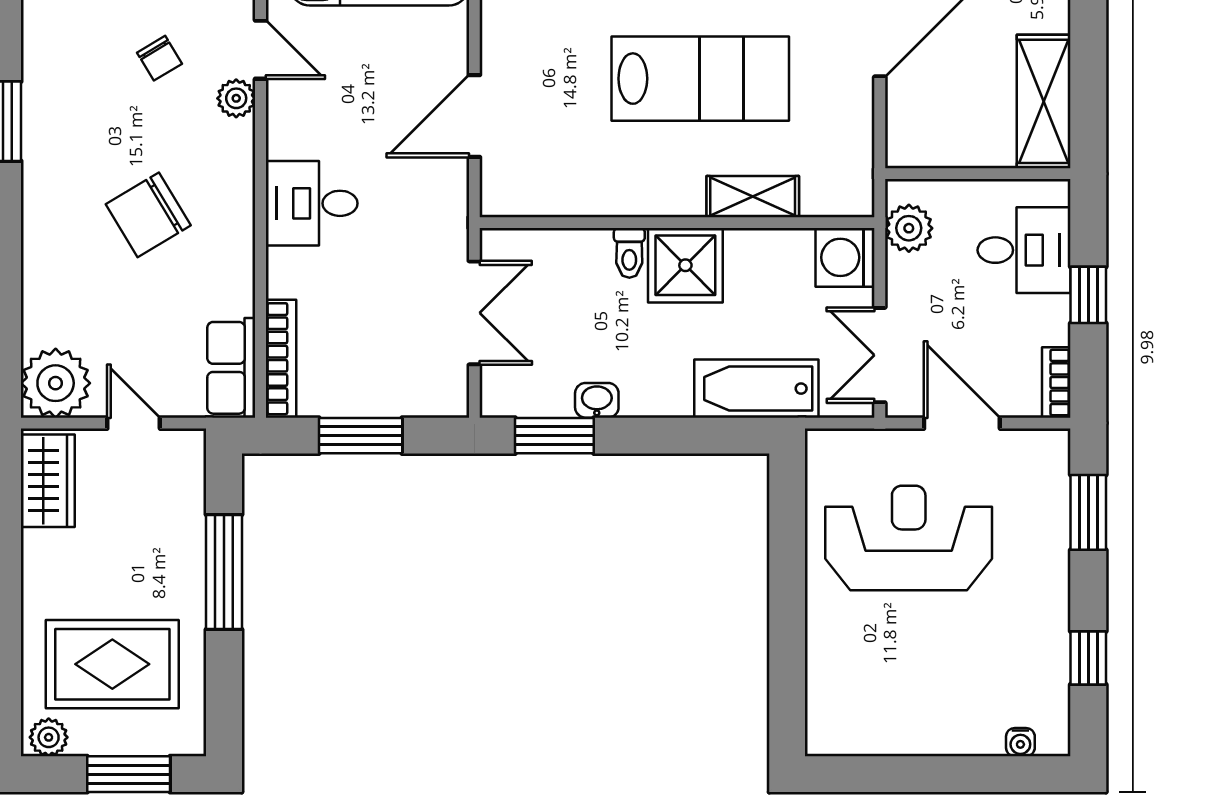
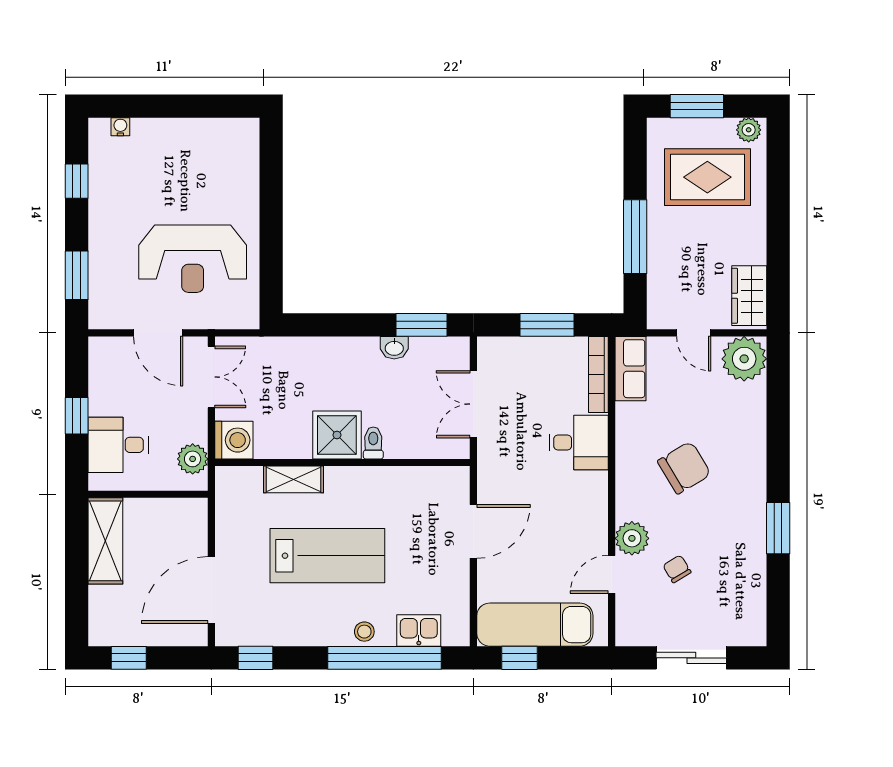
door: (261, 50) -> (612, 574), hinge flipped
lab bench: (700, 79) -> (327, 556), turned 180
plant: (236, 98) -> (632, 538), width x1.38, depth x1.38
desk: (312, 203) -> (579, 442), moved
bookcase: (1056, 382) -> (97, 359), removed
bathtub: (756, 389) -> (291, 355), removed

